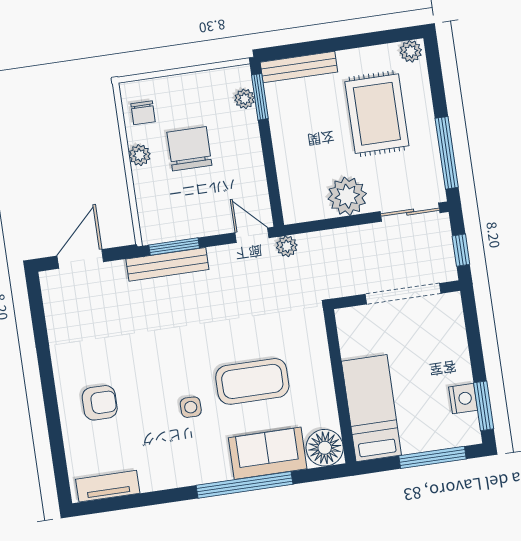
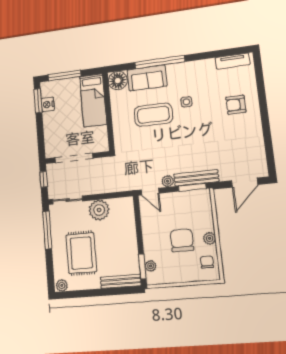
chair: (189, 149) -> (182, 240), turned 180
plant: (287, 246) -> (168, 181), moved

